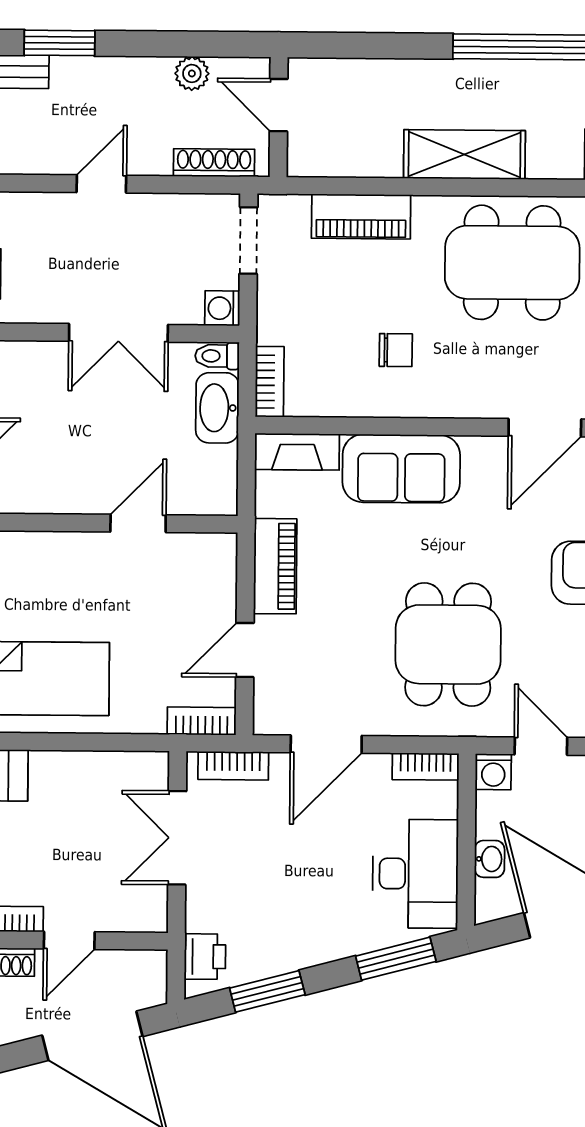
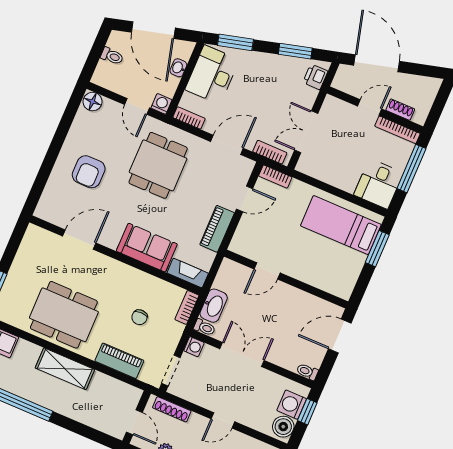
chair: (396, 350) -> (139, 317), moved, turned -90
double door: (177, 838) -> (306, 132), swing flipped

